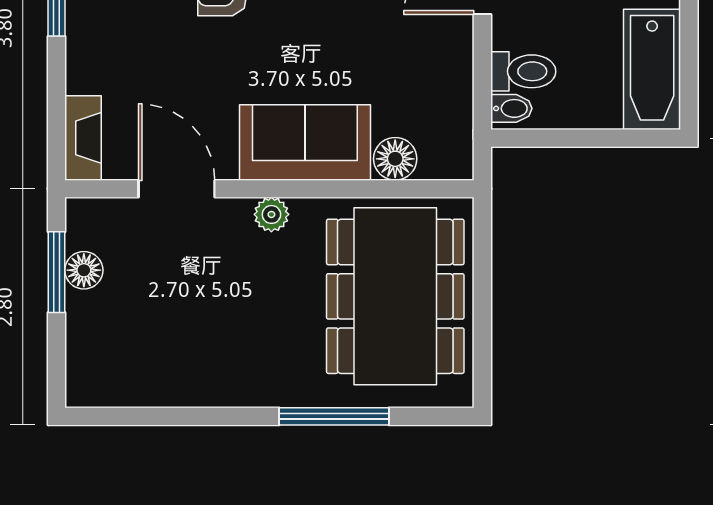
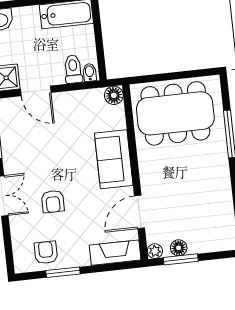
fireplace: (83, 138) -> (115, 253), width x1.37, depth x1.32
floor lamp: (395, 159) -> (114, 95), moved
plant: (271, 214) -> (155, 251), moved

